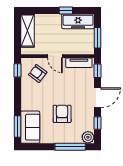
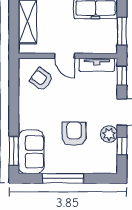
window: (17, 70) -> (14, 75), removed
plant: (88, 137) -> (109, 134), moved
window: (70, 147) -> (63, 178), moved

